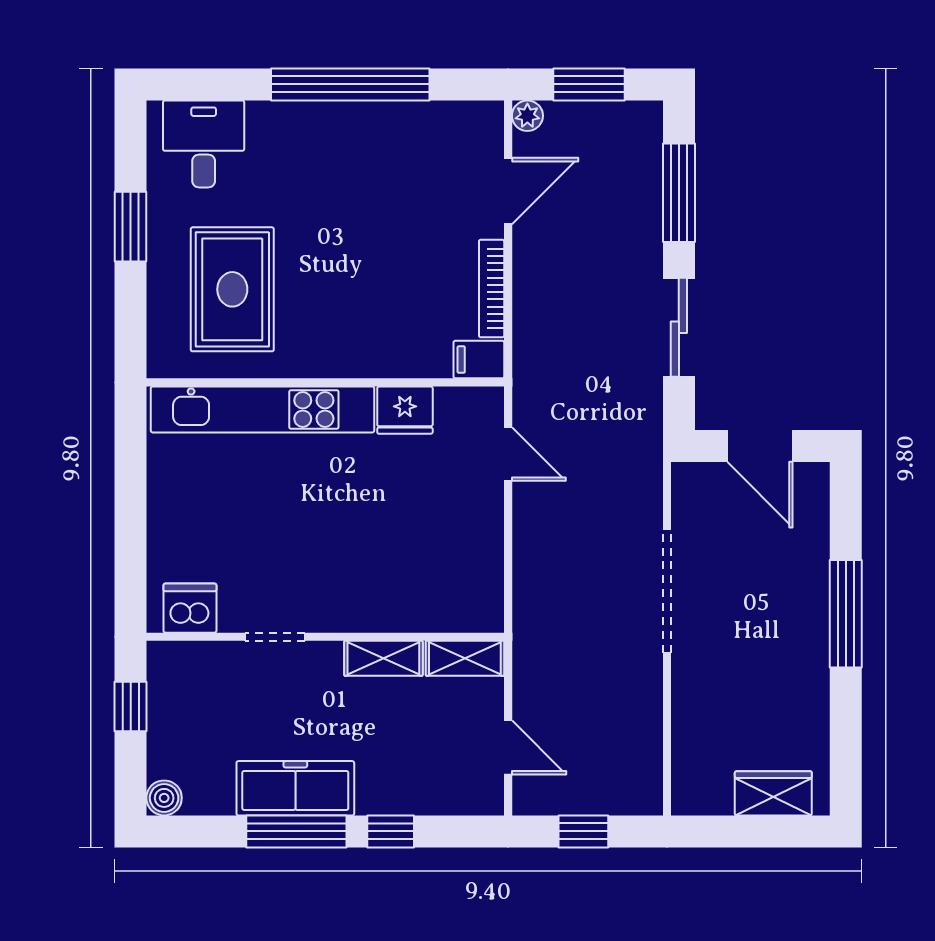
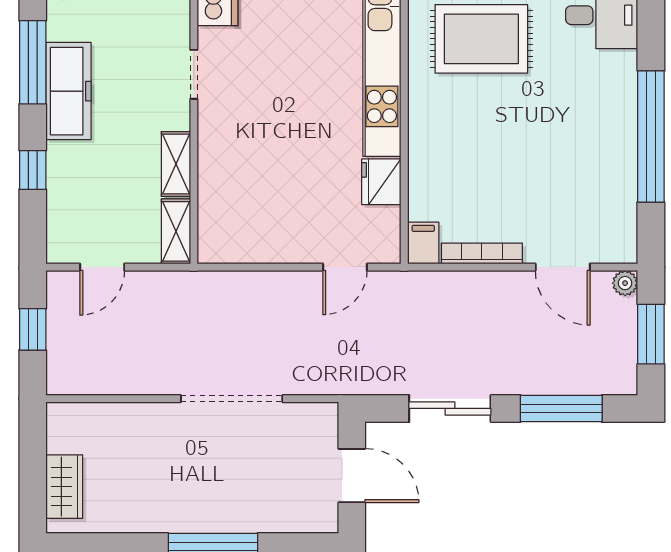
door: (760, 446) -> (352, 476), swing flipped
window: (296, 831) -> (33, 62), moved

